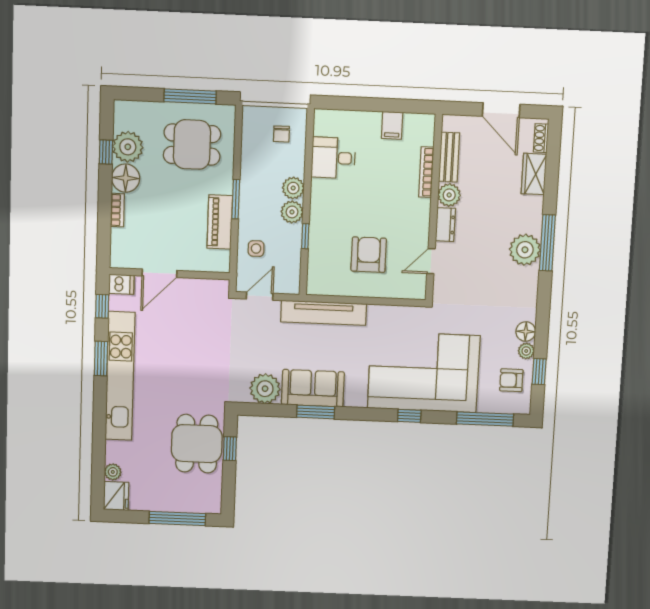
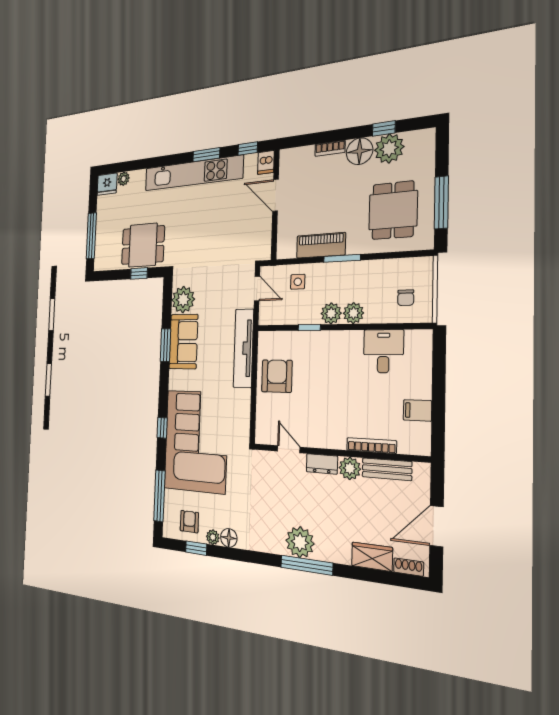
chair: (281, 134) -> (406, 298), turned -90
armchair: (369, 255) -> (277, 376), moved, turned -90

